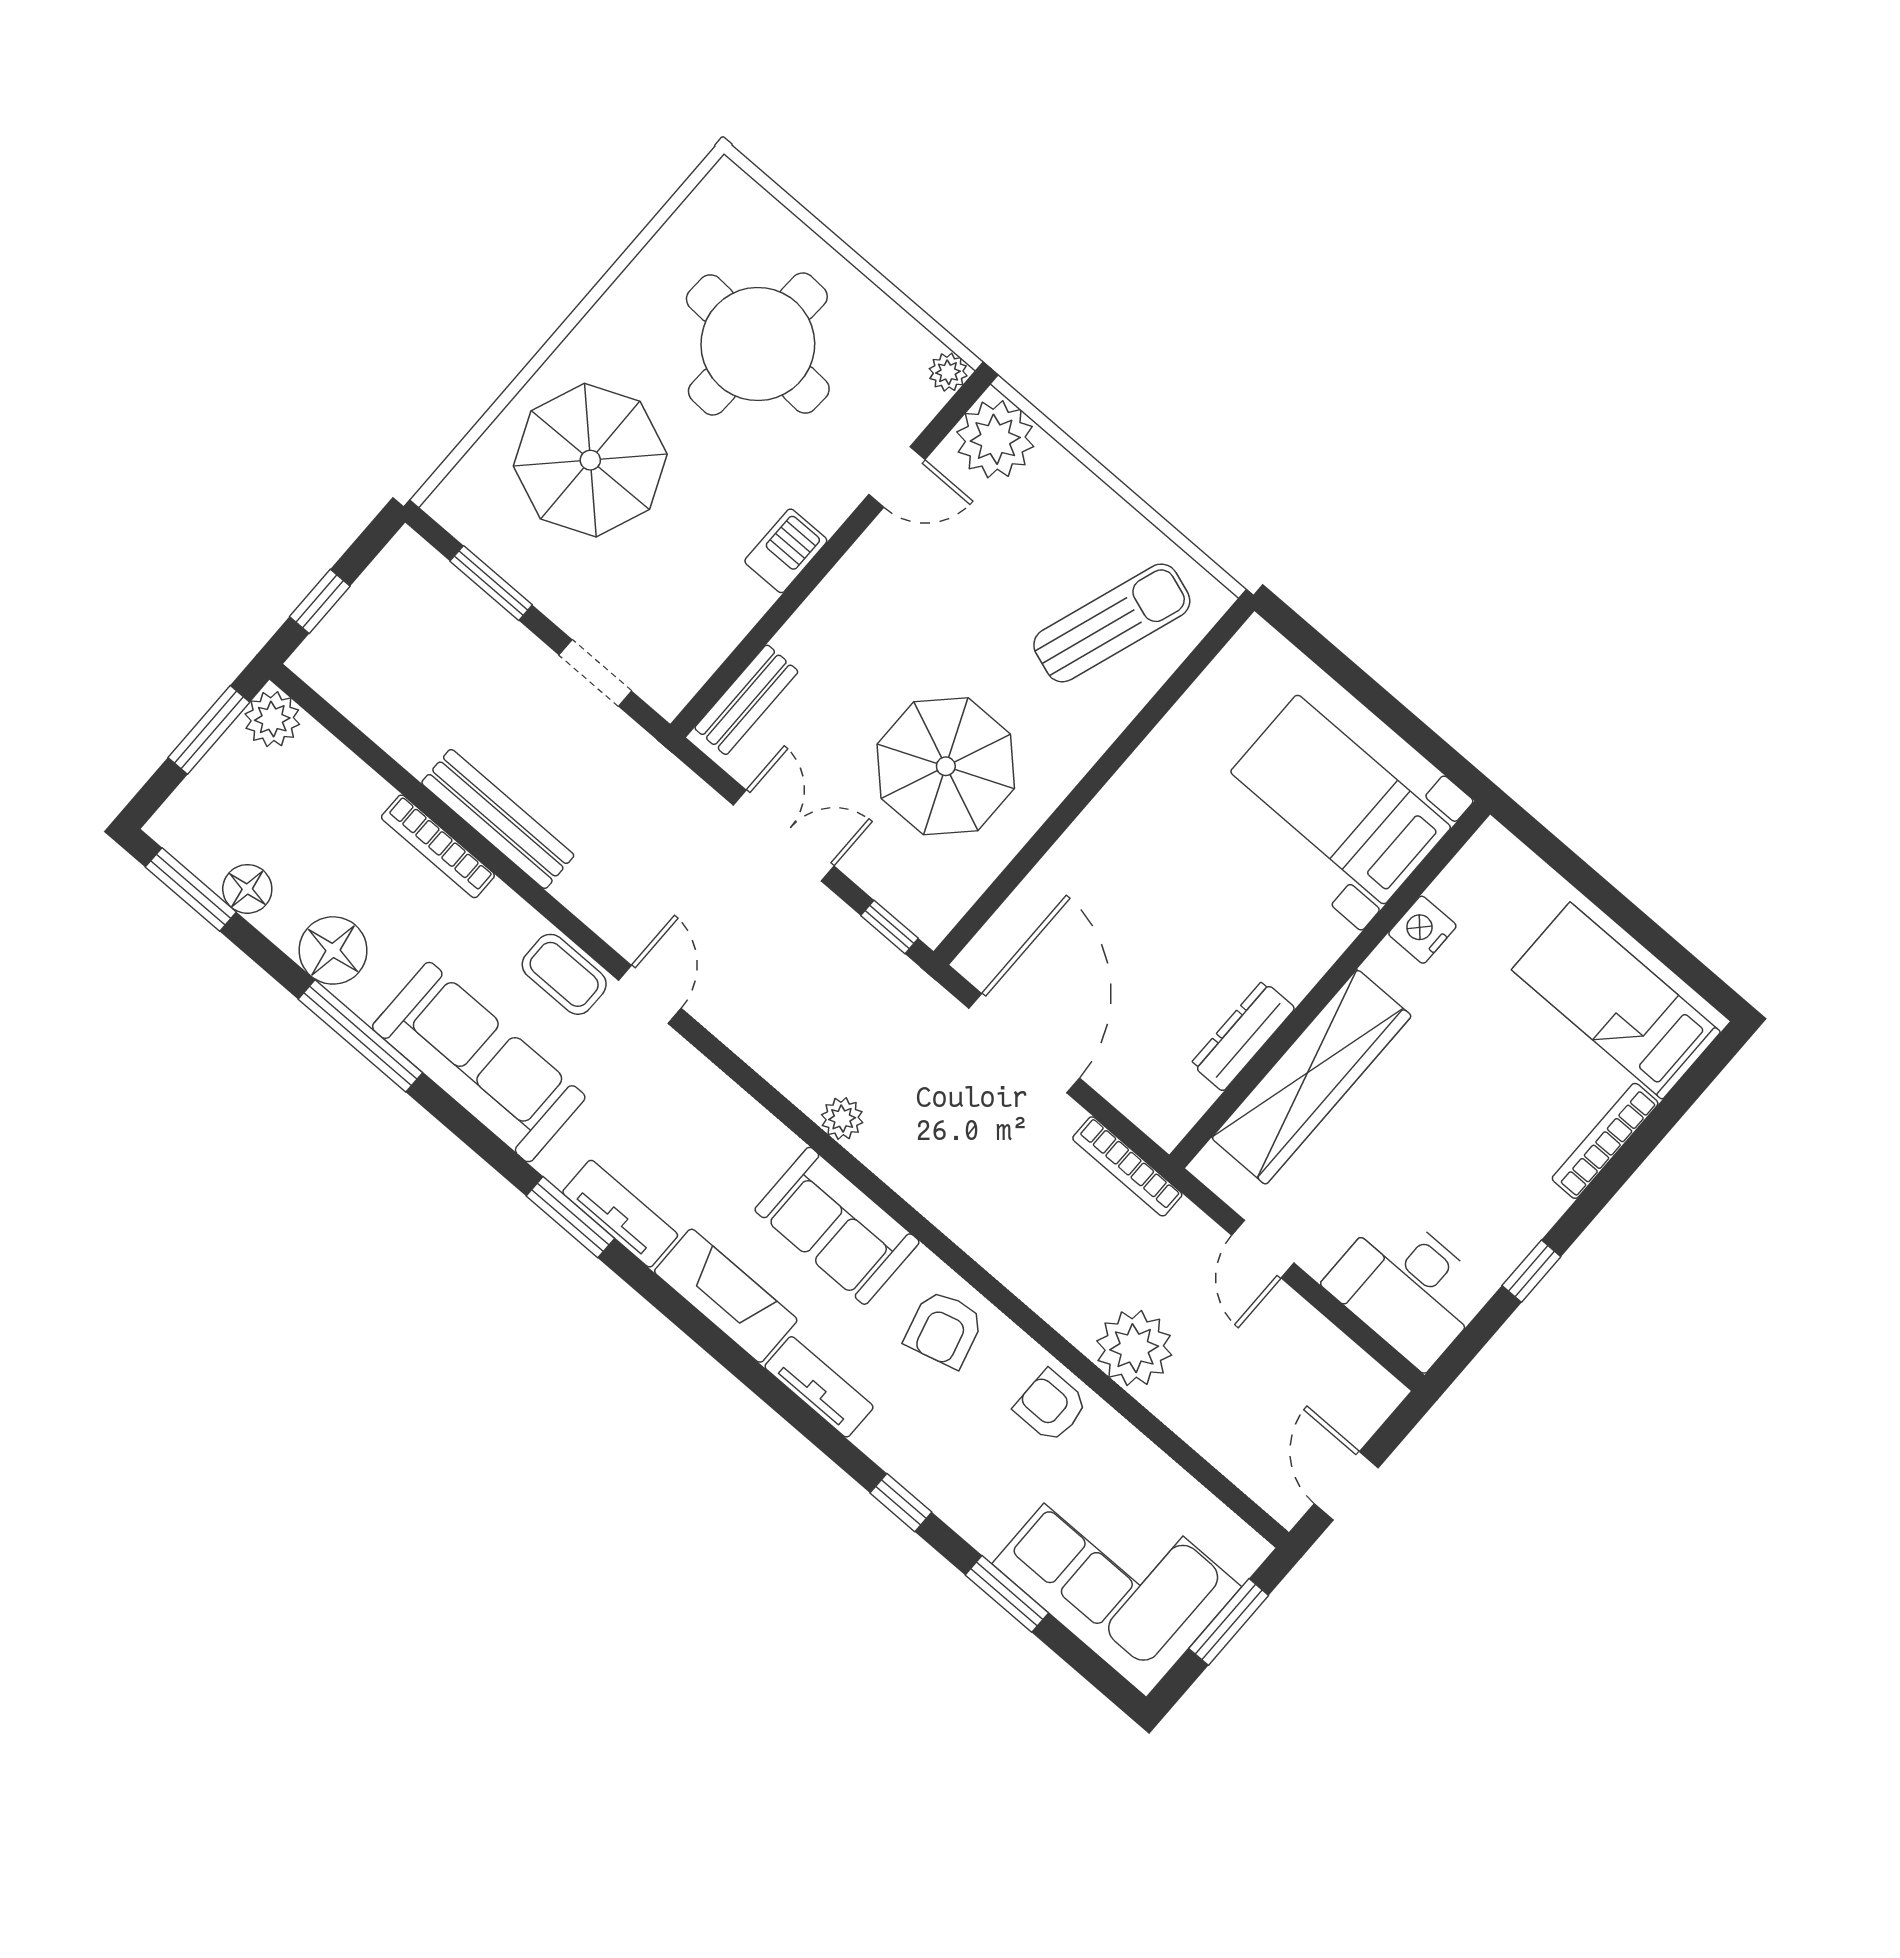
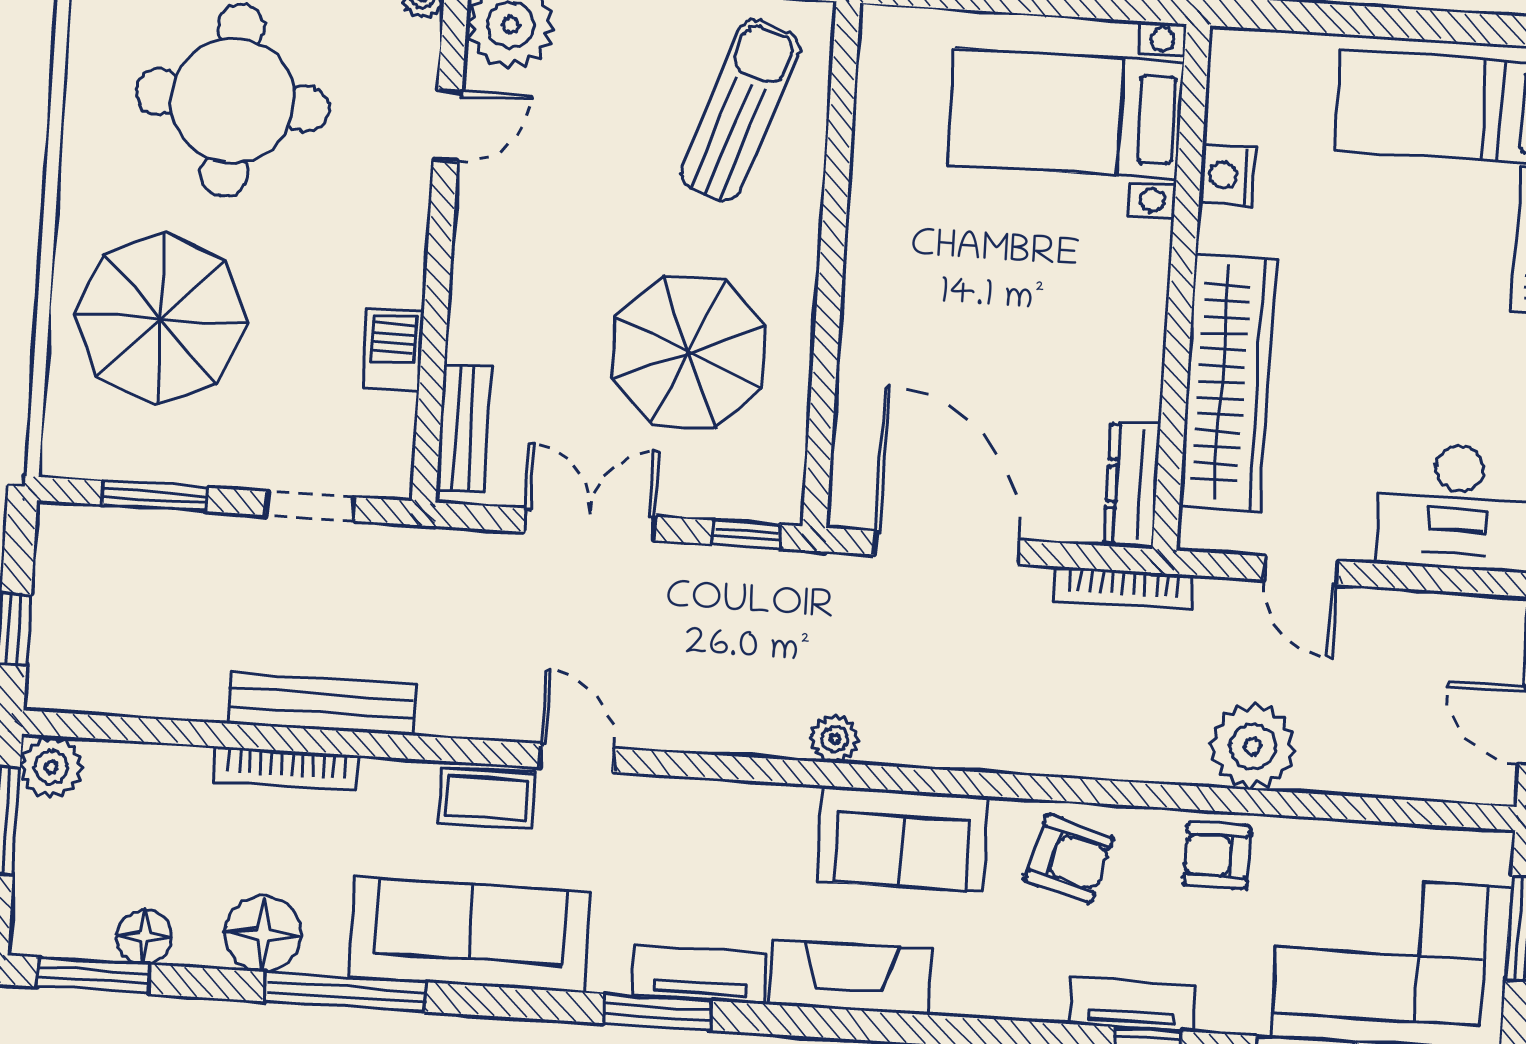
barbecue: (786, 551) -> (393, 350), moved
dresser: (1243, 1036) -> (1132, 485), moved
armchair: (944, 1329) -> (1069, 859), turned -59
tv unit: (819, 1387) -> (1132, 1004), moved

